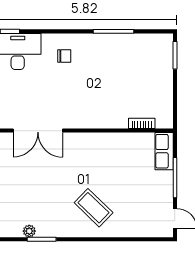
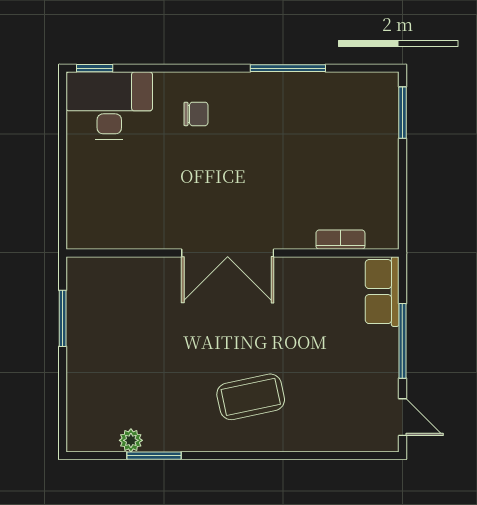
double door: (38, 130) -> (228, 253), moved
coffee table: (94, 208) -> (251, 397), turned -56

